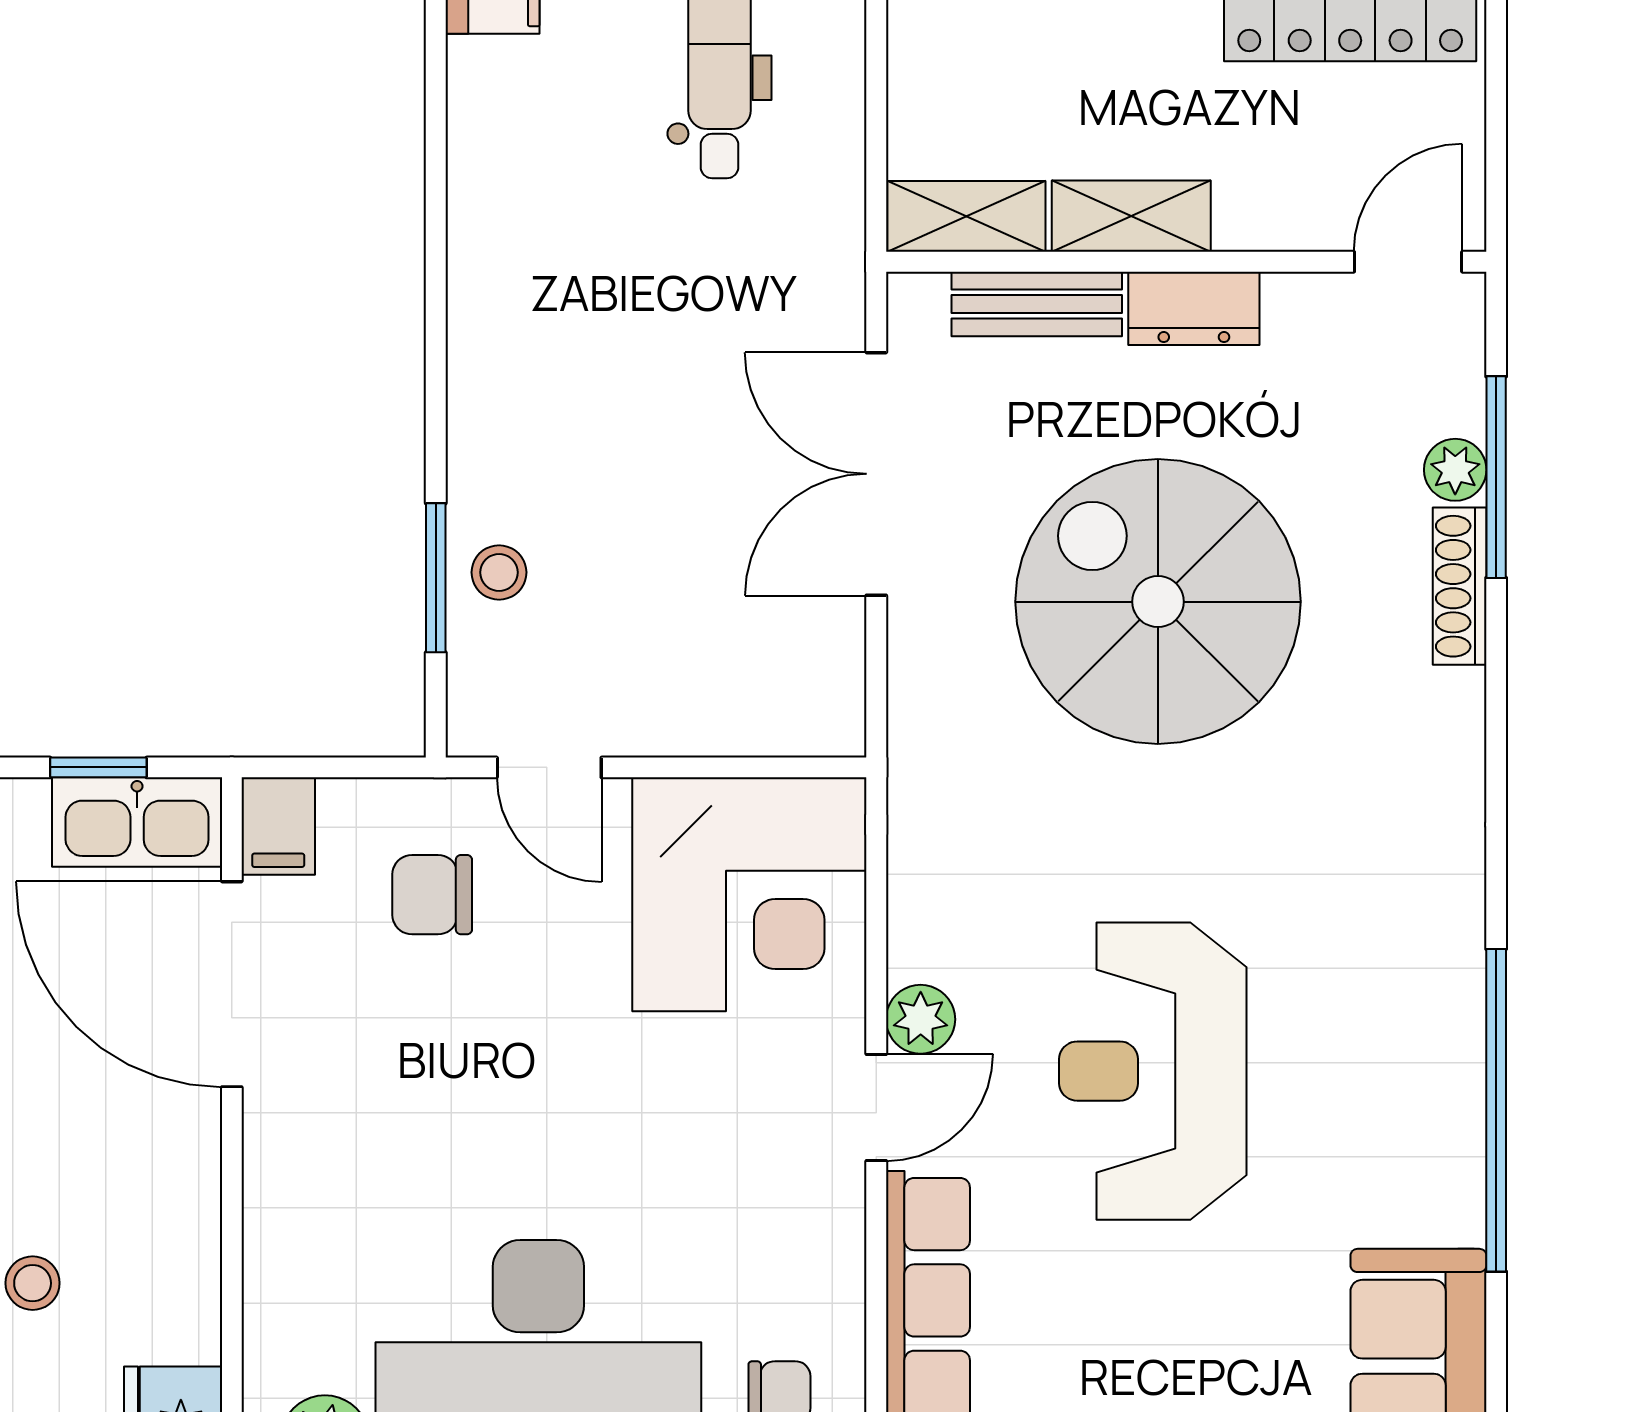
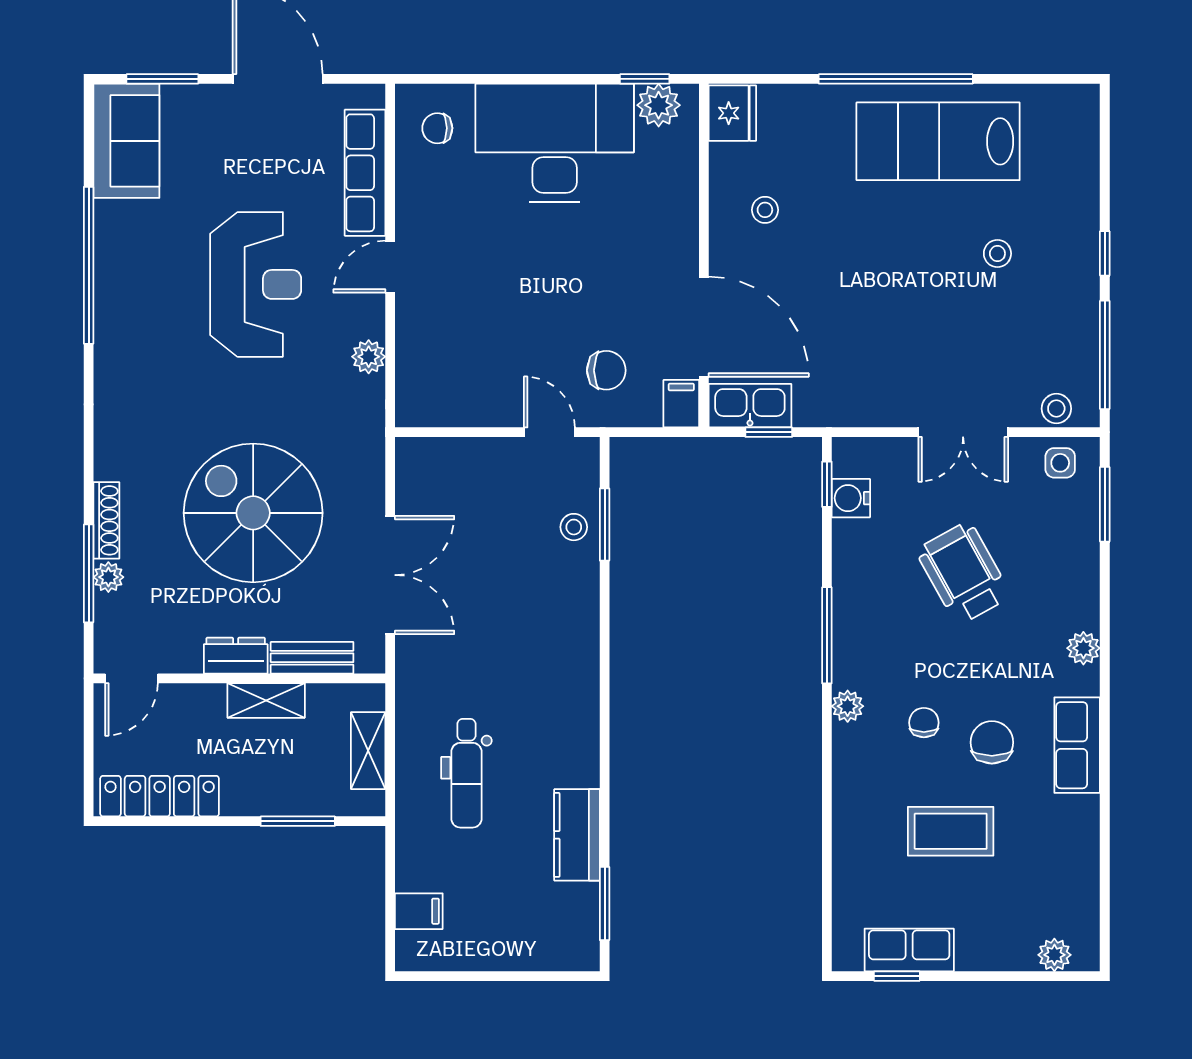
shelving: (966, 216) -> (368, 751), moved, turned 90
spiral stairs: (1158, 602) -> (253, 513), turned 180
corner desk: (749, 894) -> (452, 370), removed
plant: (921, 1019) -> (369, 357), moved
stool: (33, 1283) -> (765, 210), moved

